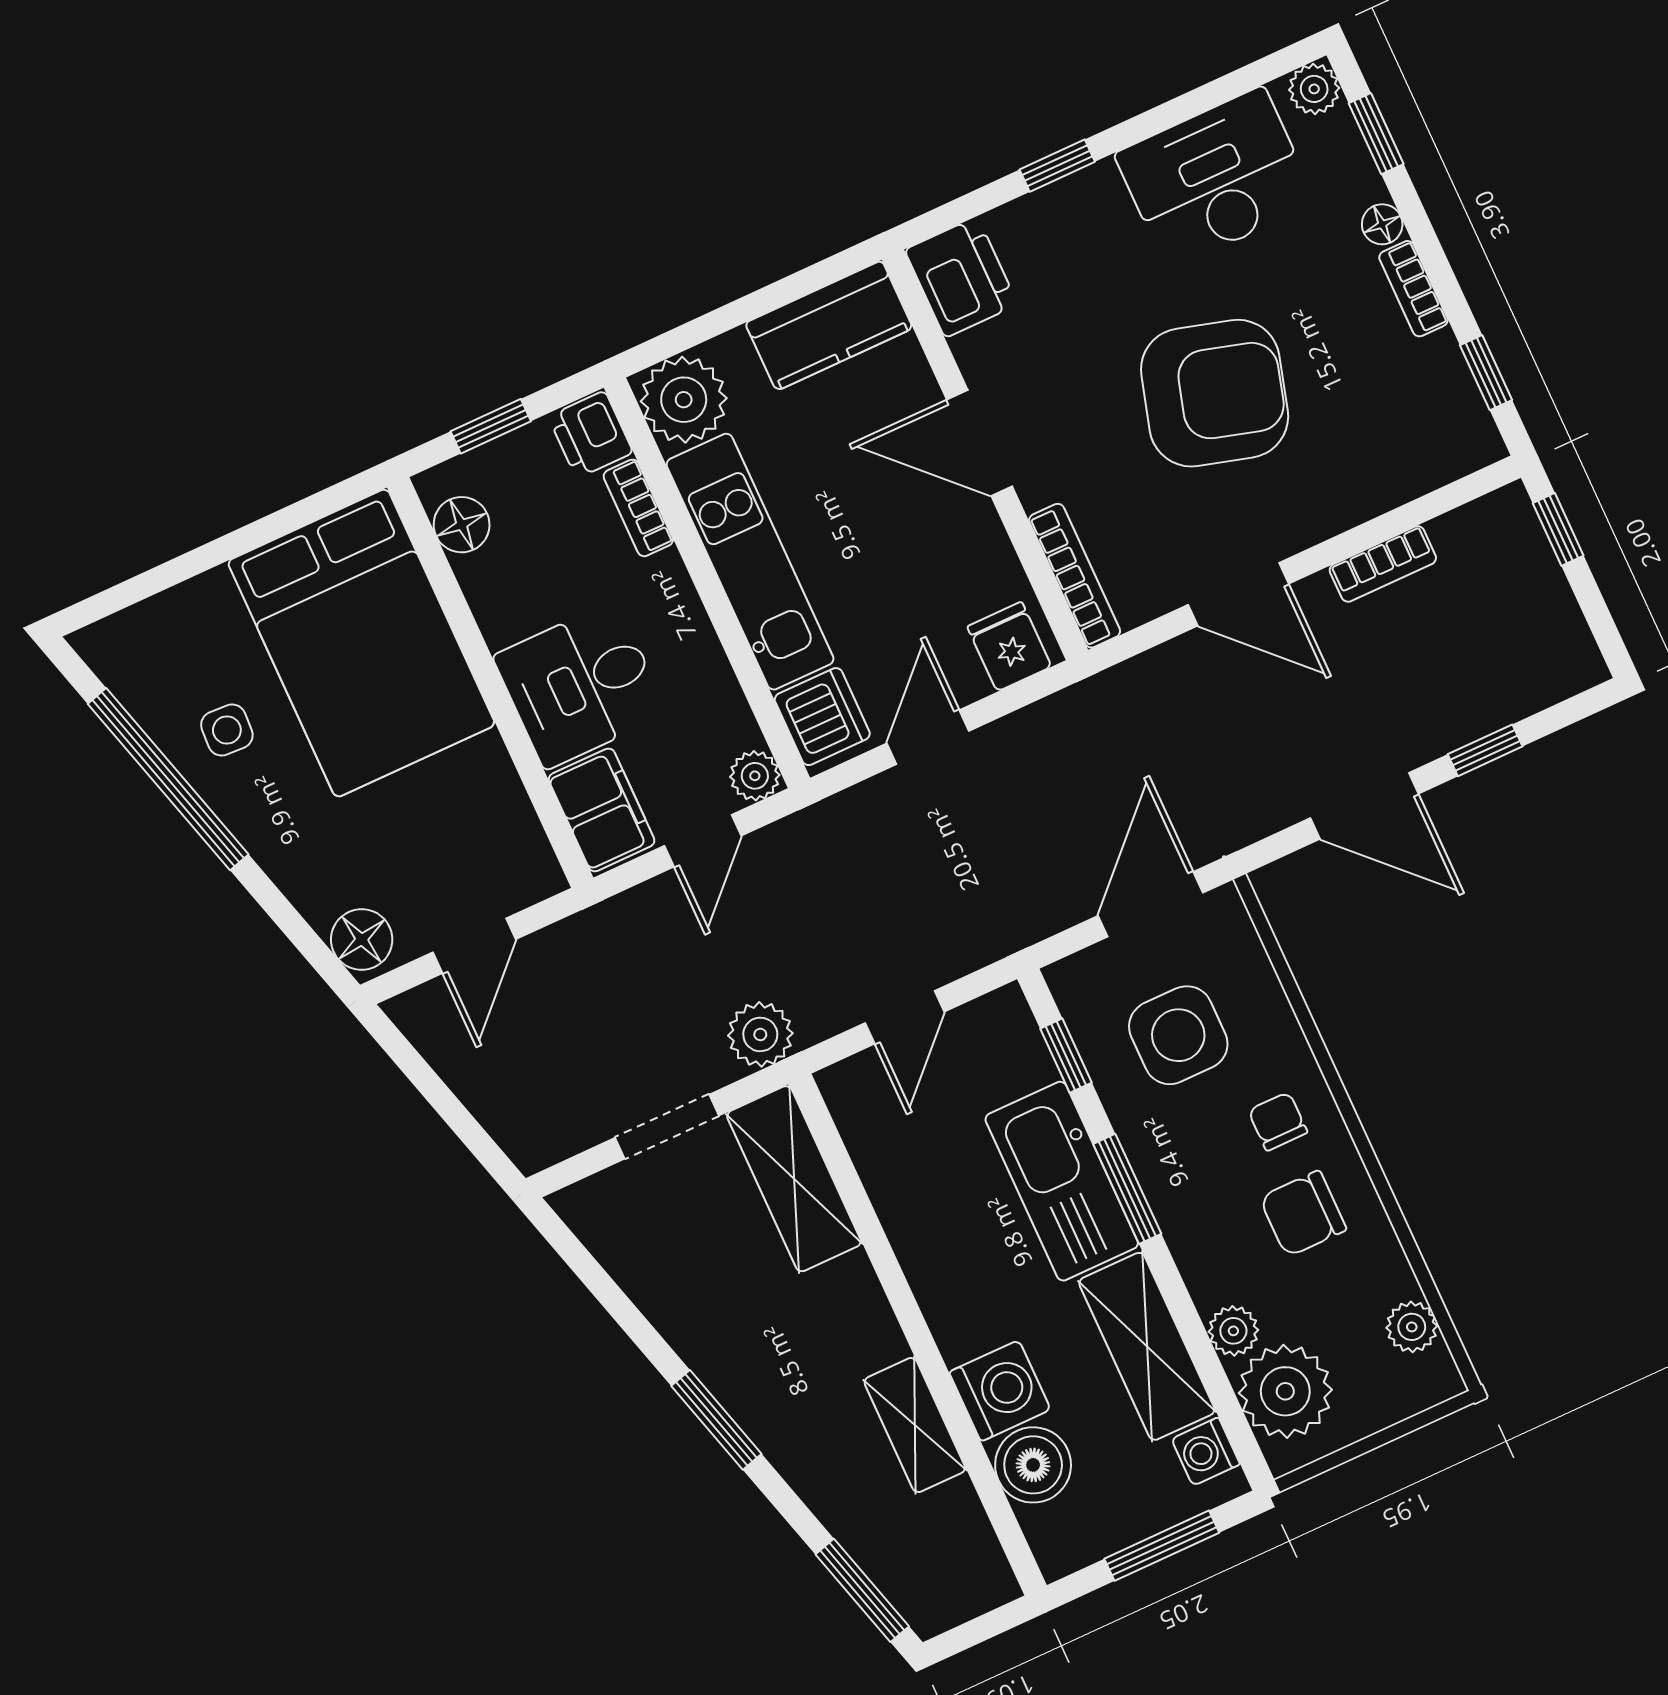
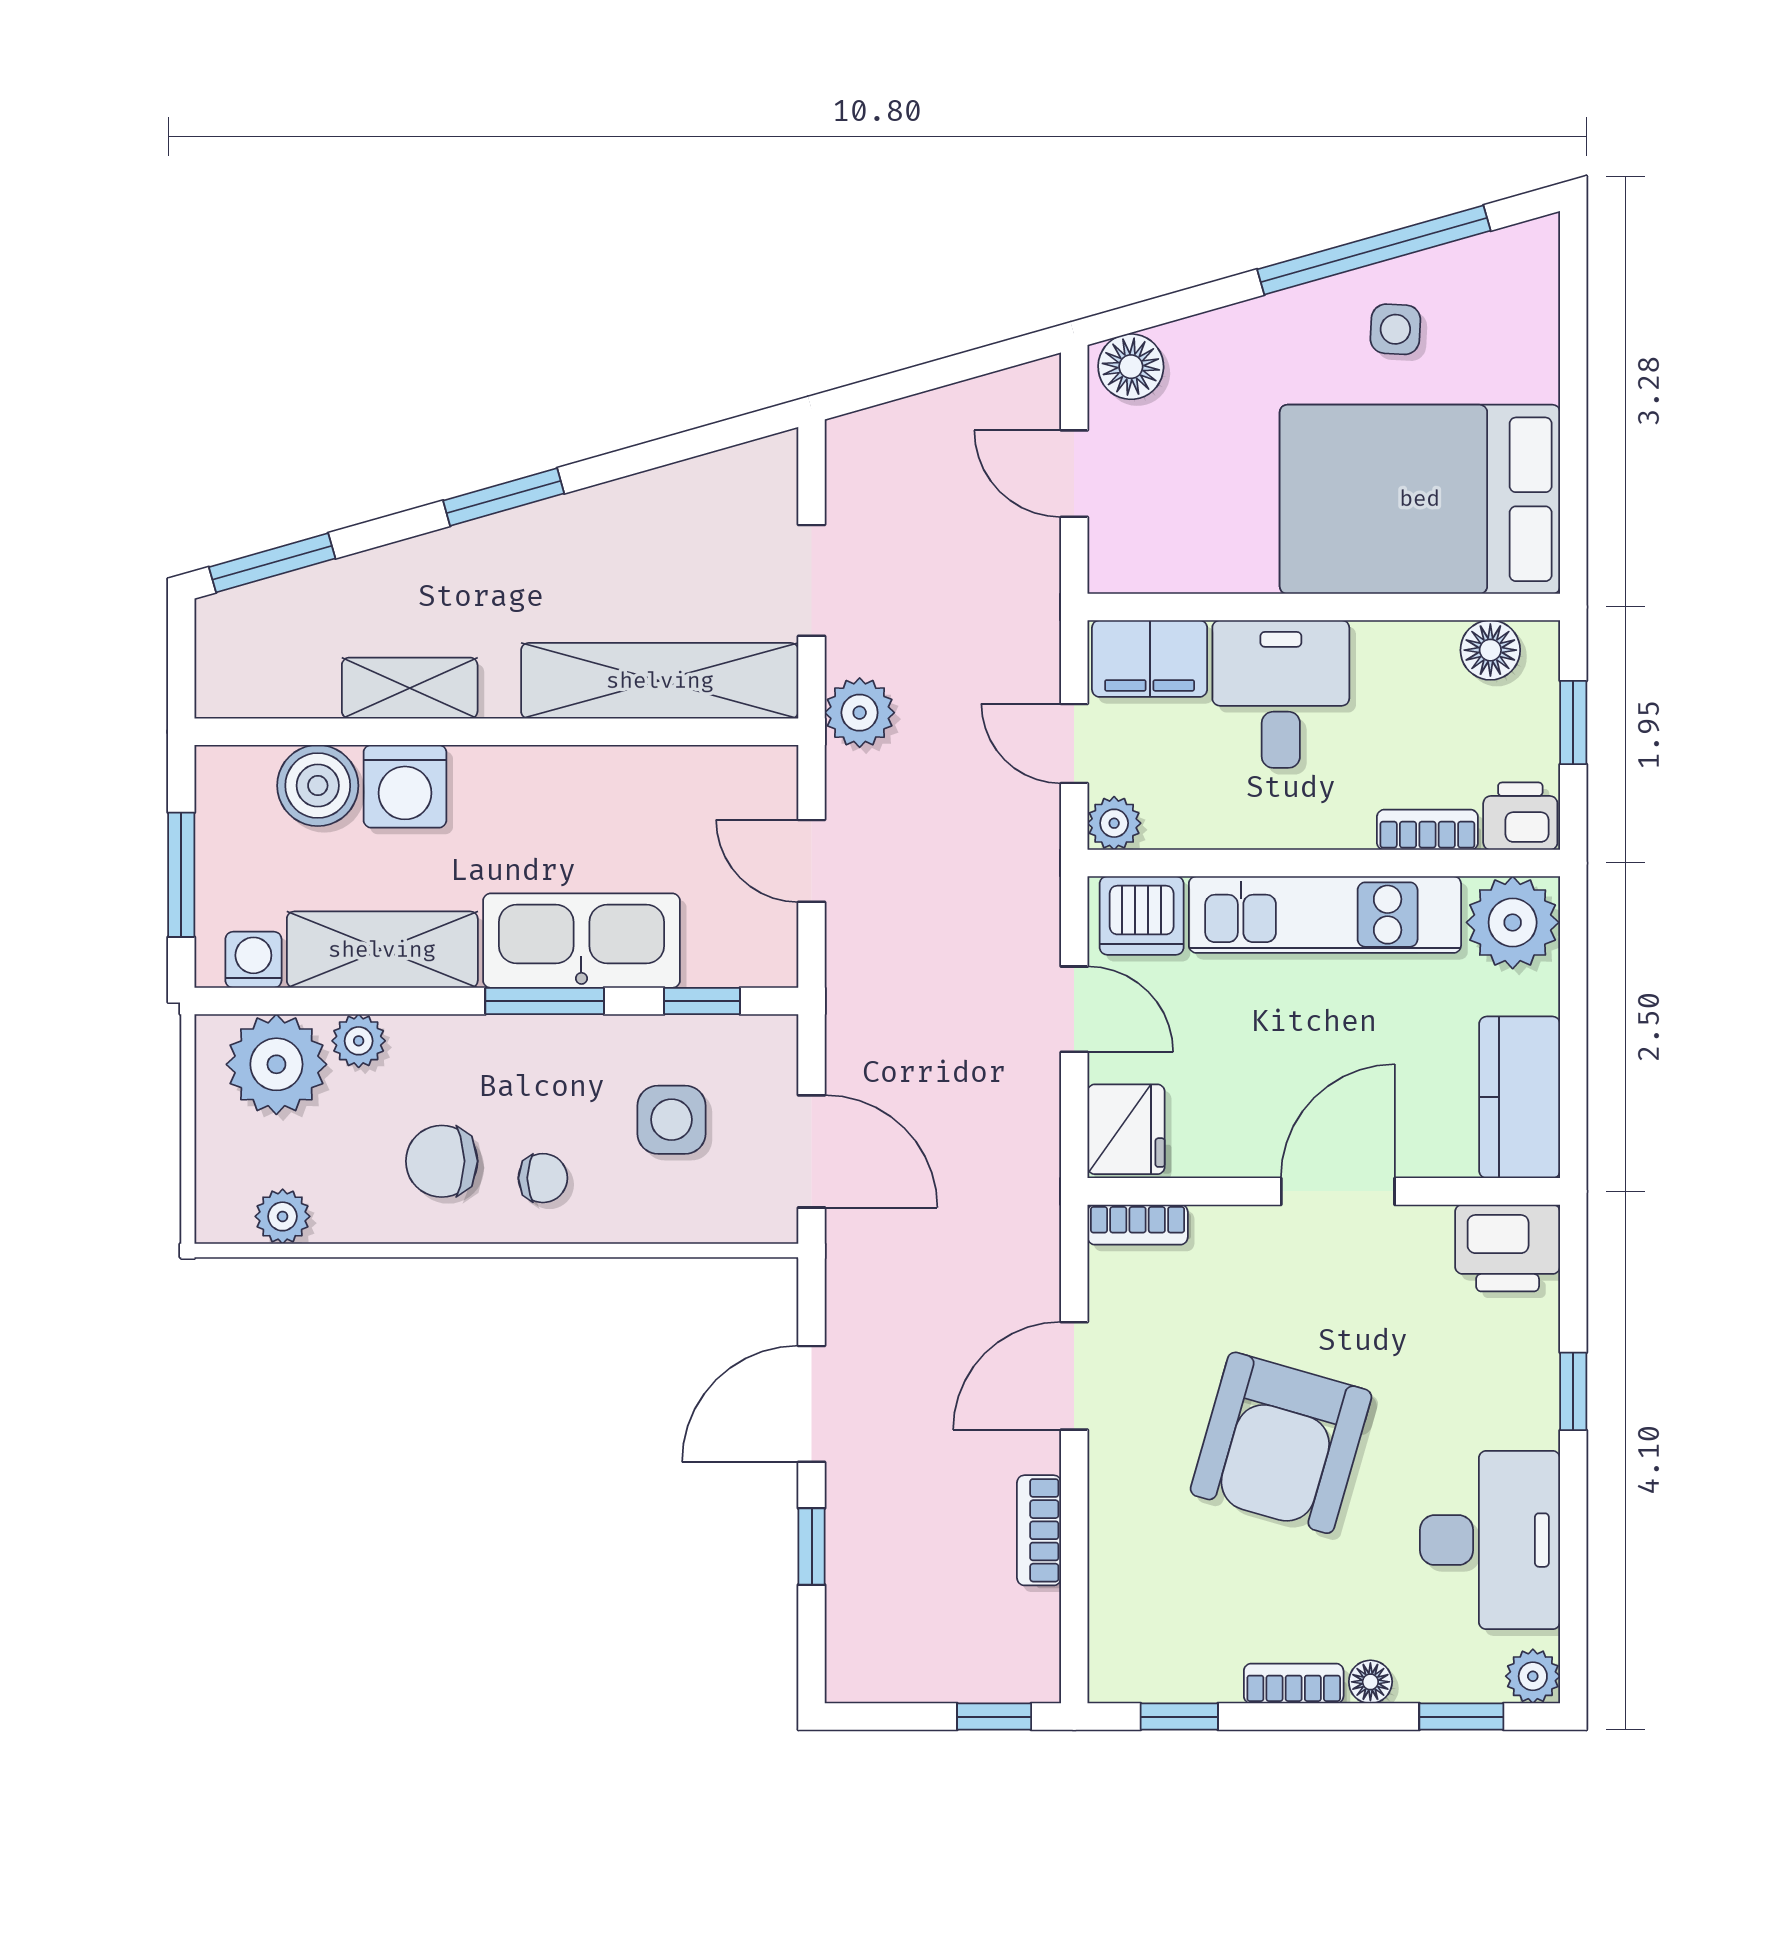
bookcase: (1075, 576) -> (1138, 1225), width x0.64
fridge: (1009, 647) -> (1126, 1129), width x1.38
side table: (1178, 1035) -> (671, 1120), width x0.73, depth x0.73
shelving: (794, 1179) -> (660, 681), width x1.47
chair: (1303, 1214) -> (442, 1161), turned -90

